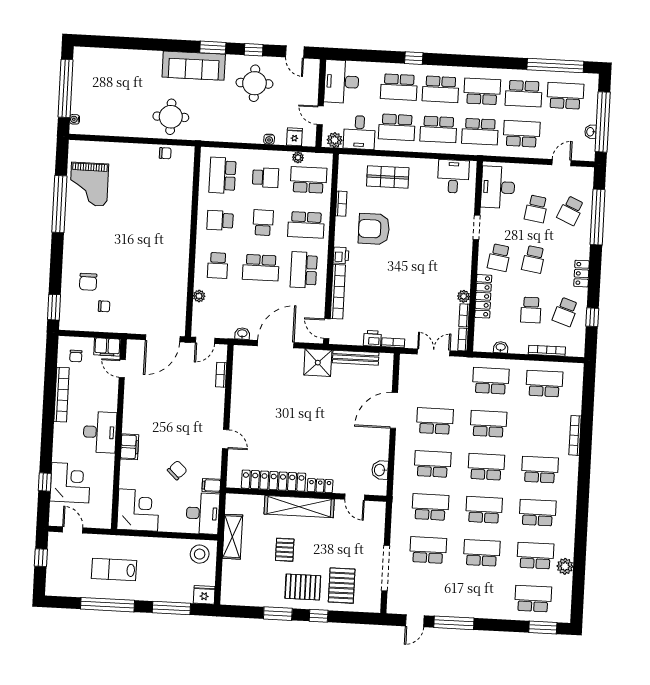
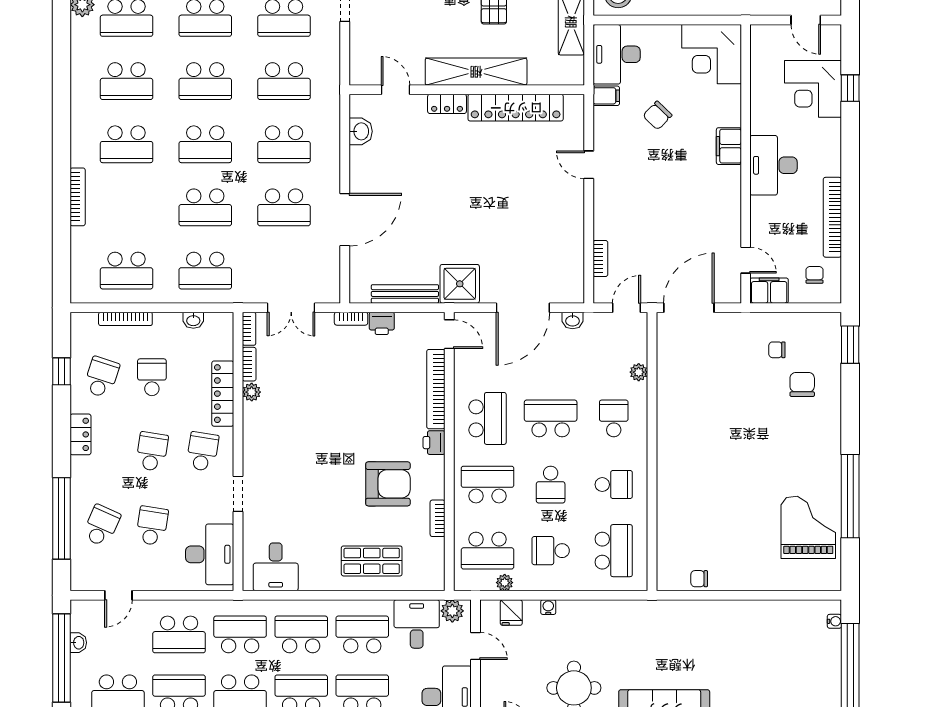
round table: (171, 117) -> (694, 632), removed

